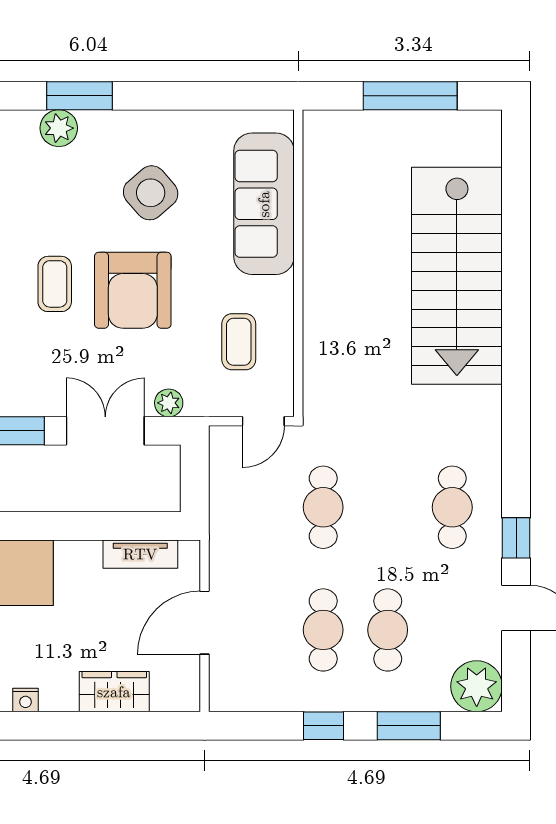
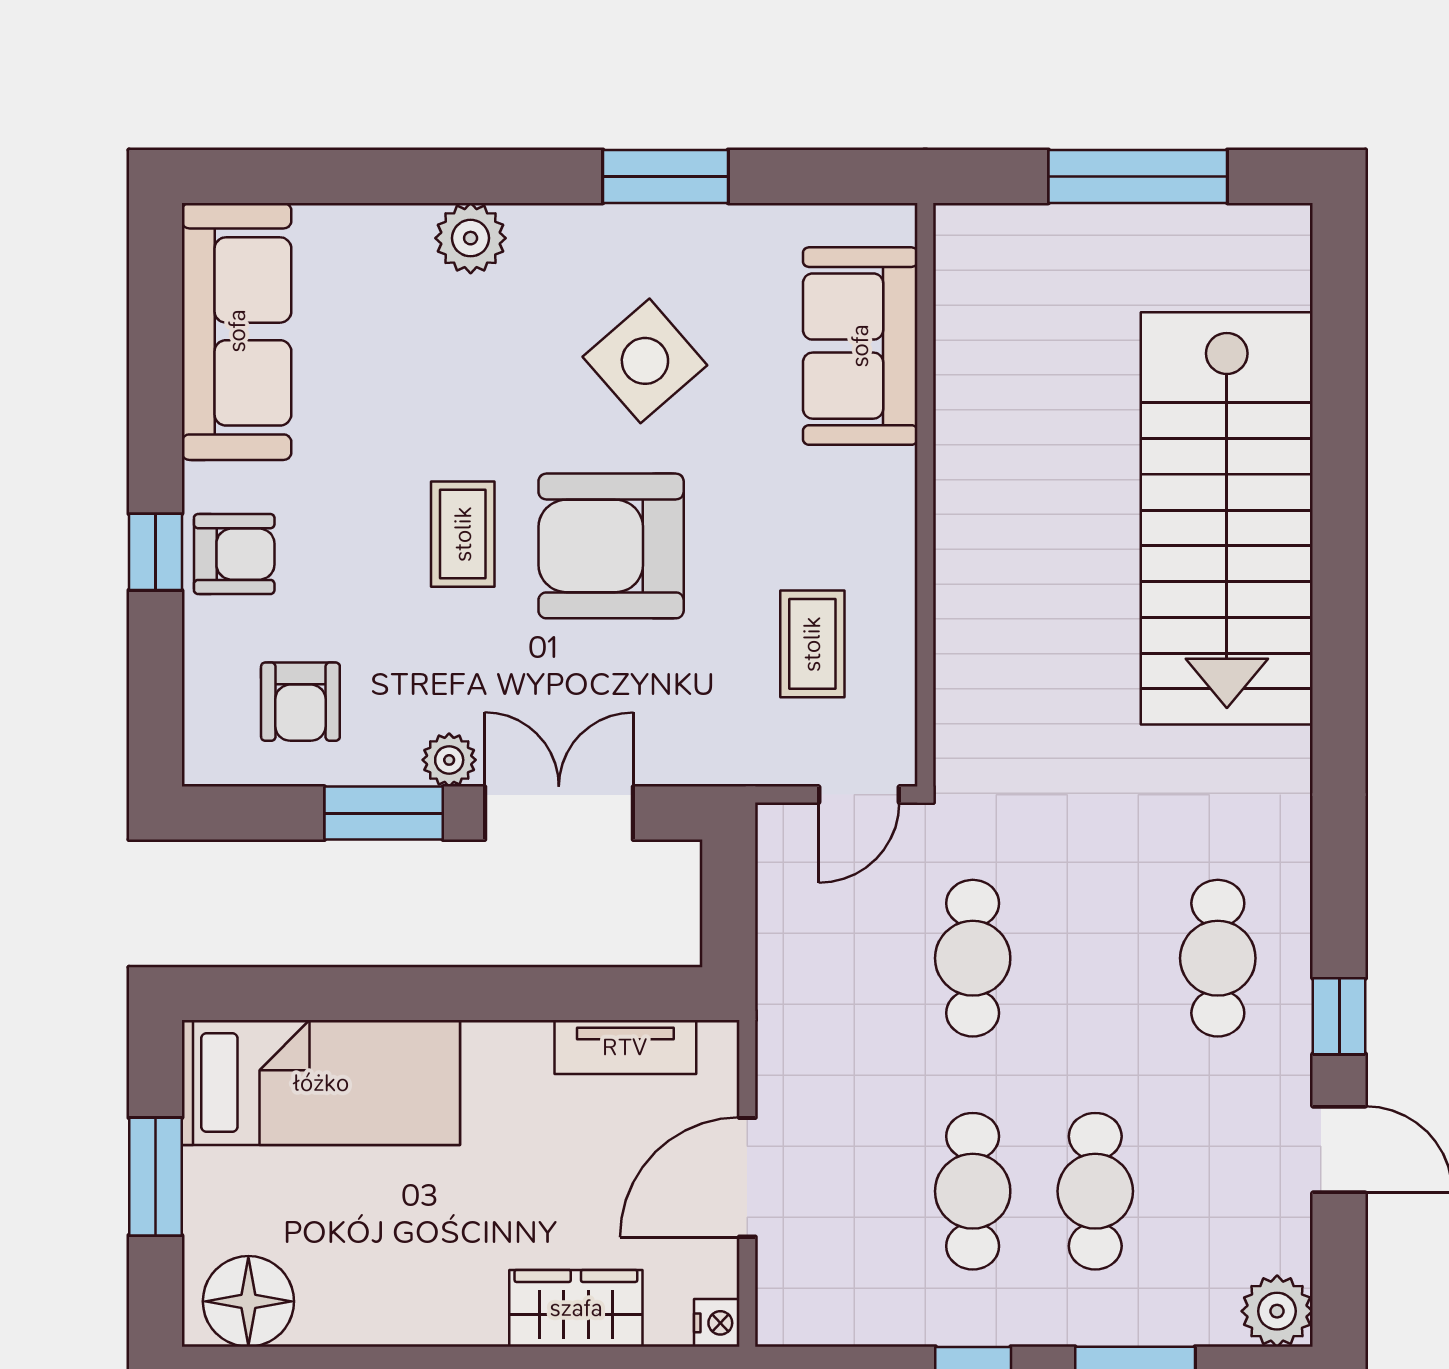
window: (80, 96) -> (666, 176), moved
sofa: (264, 204) -> (860, 346), width x0.73
armchair: (133, 290) -> (611, 546), turned 90
plant: (169, 403) -> (449, 760), moved
plant: (477, 686) -> (1277, 1311), width x0.73, depth x0.73
nightstand: (25, 700) -> (717, 1323), moved, turned -90

